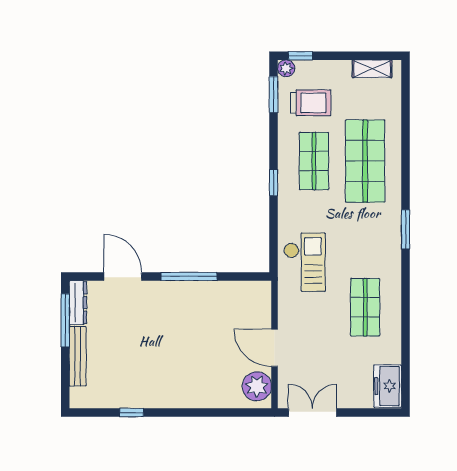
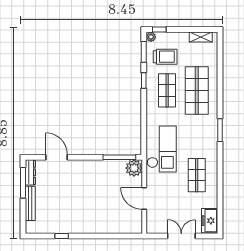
window: (274, 183) -> (144, 81), moved
checkout: (305, 262) -> (162, 149), width x1.36, depth x1.21
window: (189, 276) -> (119, 157), moved
plant: (257, 386) -> (134, 168), moved
double door: (312, 413) -> (181, 236), moved

